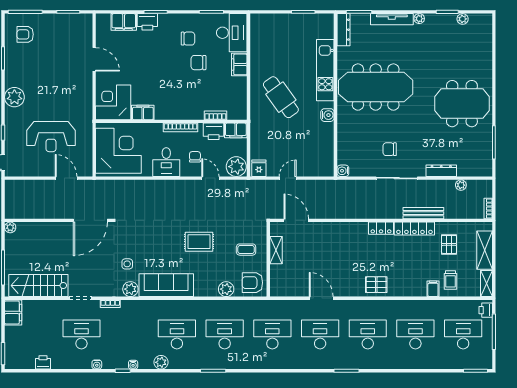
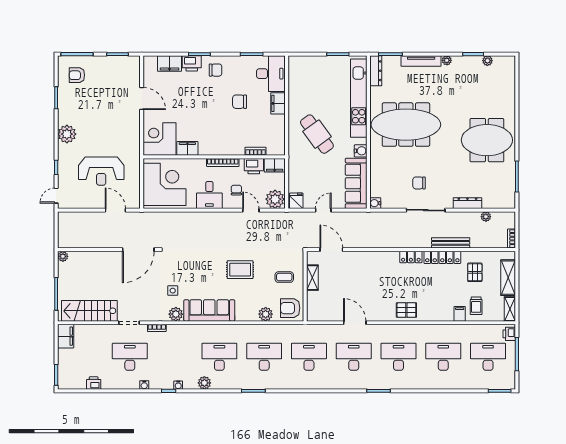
chair: (188, 39) -> (215, 70), moved
kitchen unit: (325, 70) -> (359, 98), width x1.36
sofa: (323, 150) -> (356, 183), added

